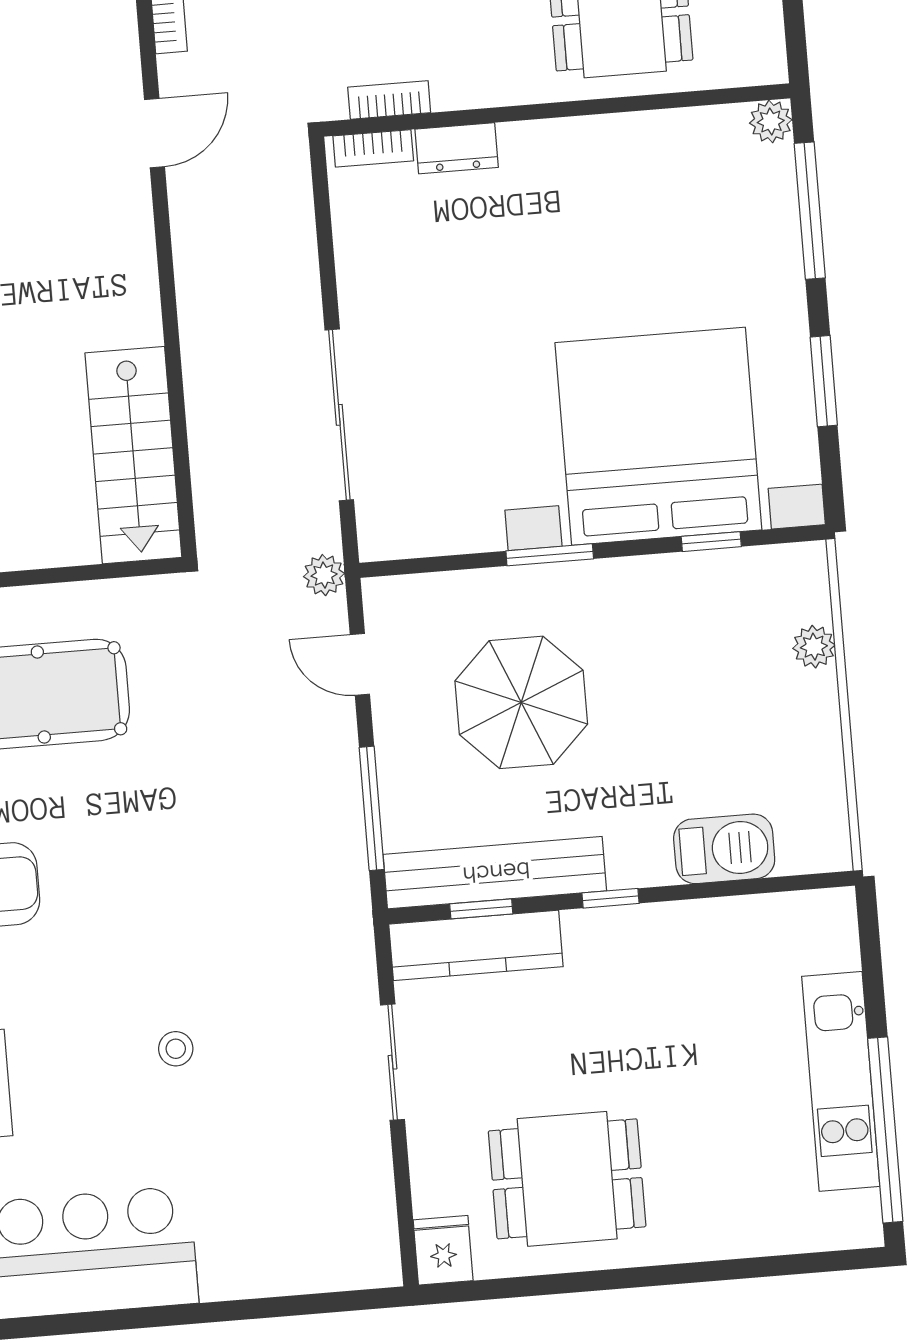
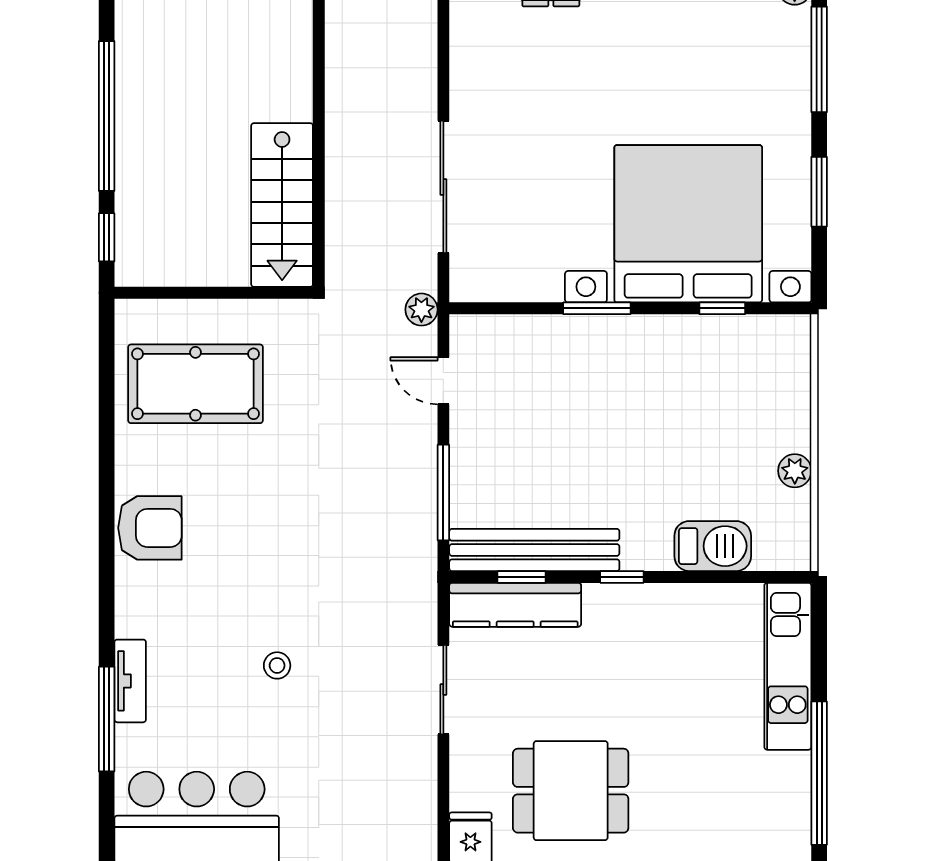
plant: (814, 647) -> (795, 471), moved
parasol: (521, 702) -> (565, 420), removed
kitchen unit: (841, 1081) -> (788, 666), moved

